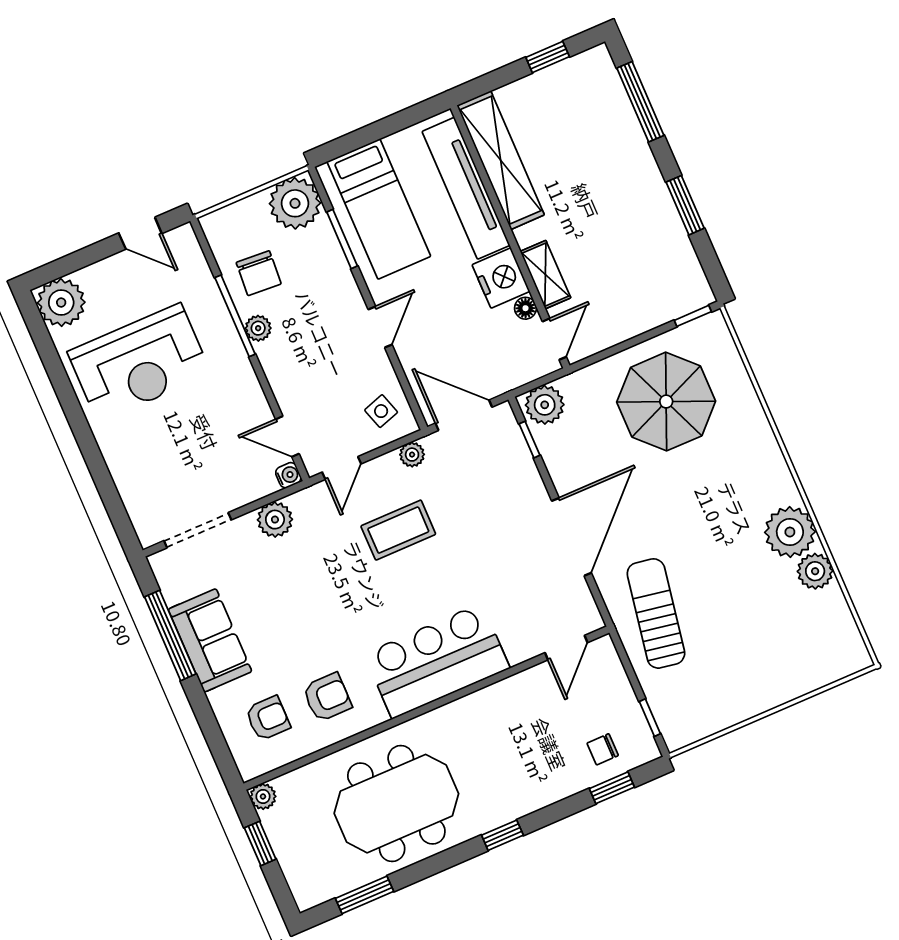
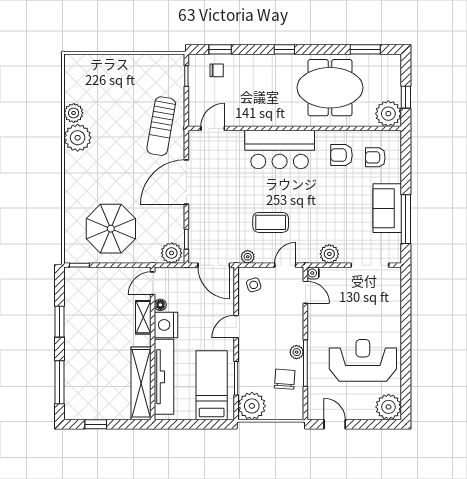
plant: (263, 796) -> (388, 114), width x1.87, depth x1.87

